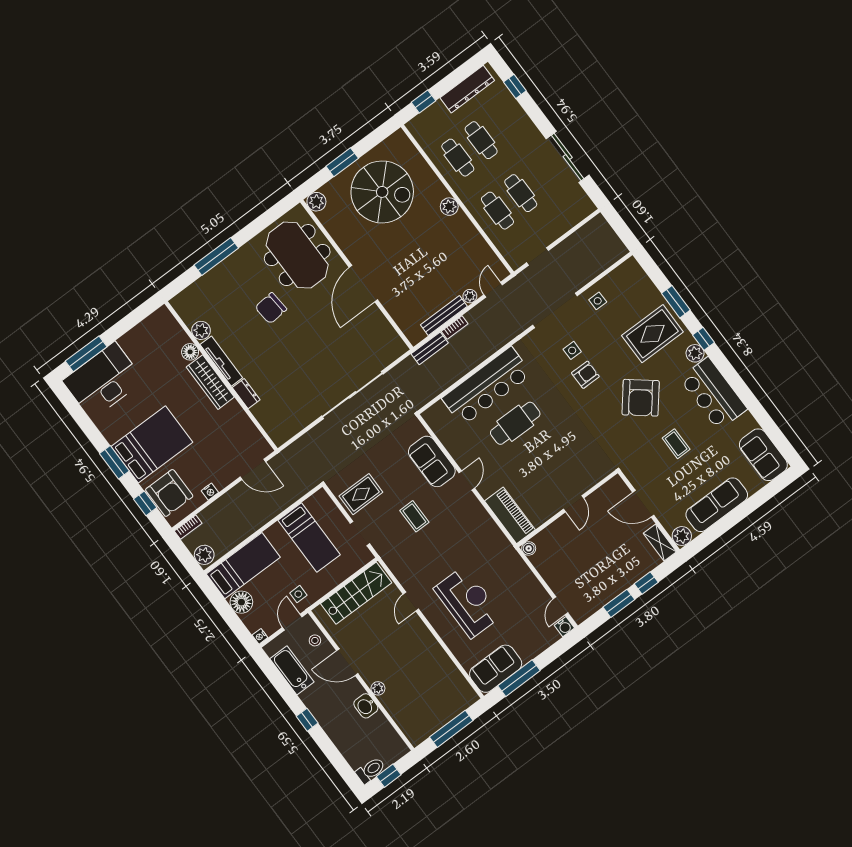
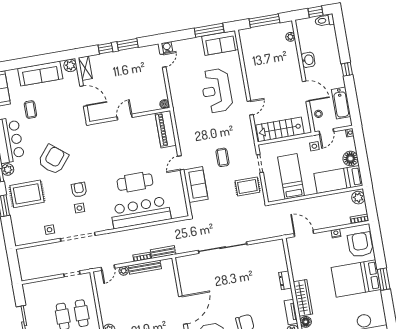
tv unit: (221, 361) -> (291, 312), width x0.71
armchair: (585, 375) -> (79, 190), turned 90
coffee table: (676, 444) -> (30, 110), moved
window: (145, 503) -> (378, 246), removed
plant: (378, 688) -> (290, 37), moved

